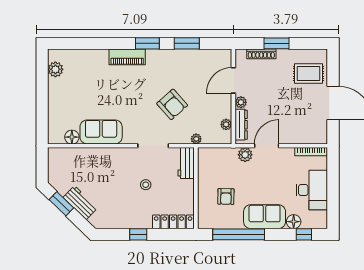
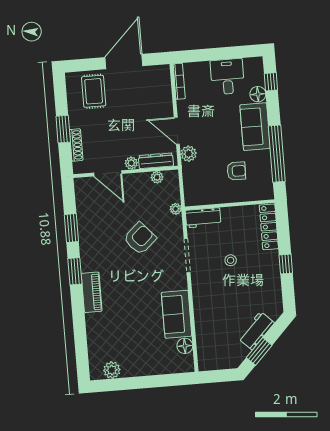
desk: (312, 190) -> (227, 77), width x0.73

